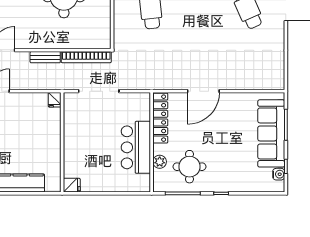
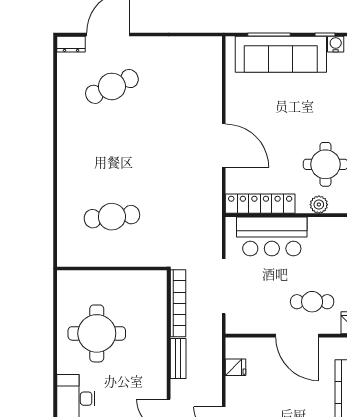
fridge: (55, 100) -> (236, 367), moved
door: (62, 146) -> (297, 336), added
bar counter: (136, 147) -> (272, 236), moved
cafe table: (87, 157) -> (312, 302), added

